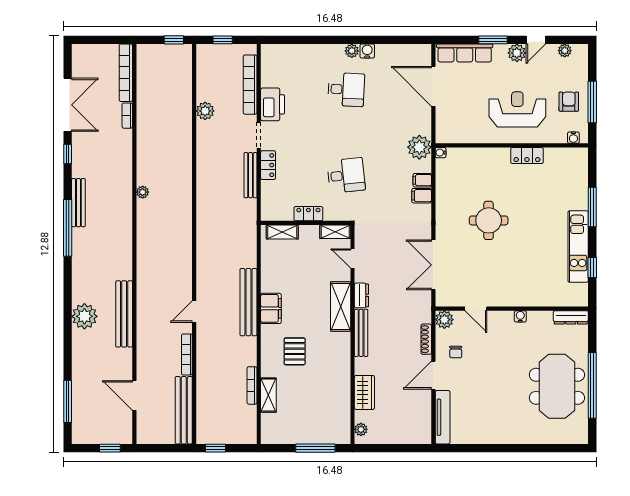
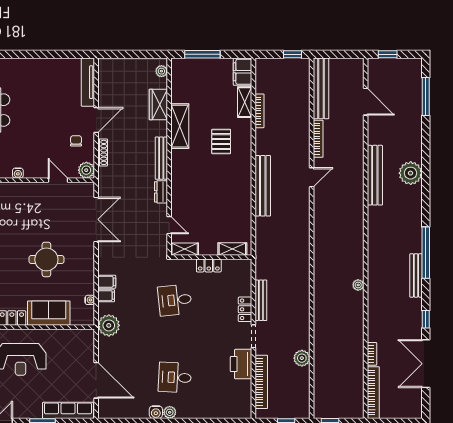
plant: (517, 53) -> (21, 410), removed
water cooler: (441, 153) -> (90, 300), moved
sofa: (486, 161) -> (49, 313), added
shelving: (341, 306) -> (180, 126), moved
filing cabinet: (271, 308) -> (243, 72), moved

